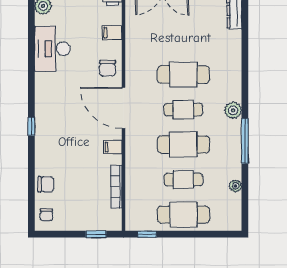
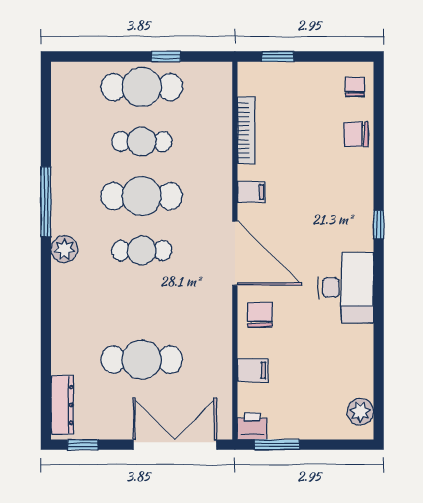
desk: (52, 49) -> (346, 288), moved
cafe table: (183, 75) -> (142, 360), moved
plant: (236, 186) -> (61, 132), removed
window: (147, 234) -> (166, 57), moved

